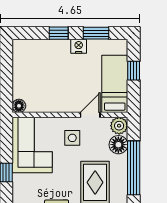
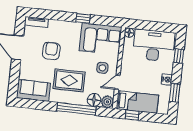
window: (59, 33) -> (179, 56), moved
desk: (33, 70) -> (154, 46), added
window: (134, 71) -> (132, 115), moved
door: (90, 115) -> (117, 82), swing flipped

